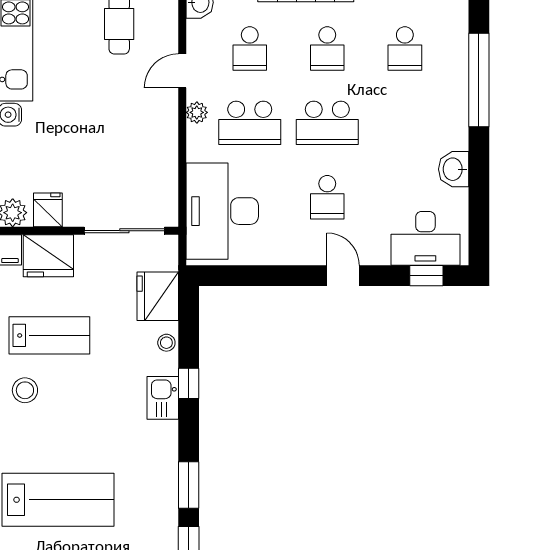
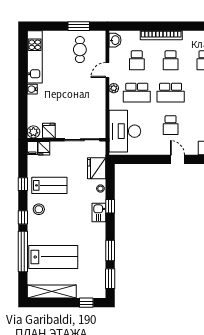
fridge: (48, 256) -> (44, 148), width x0.53, depth x0.75

